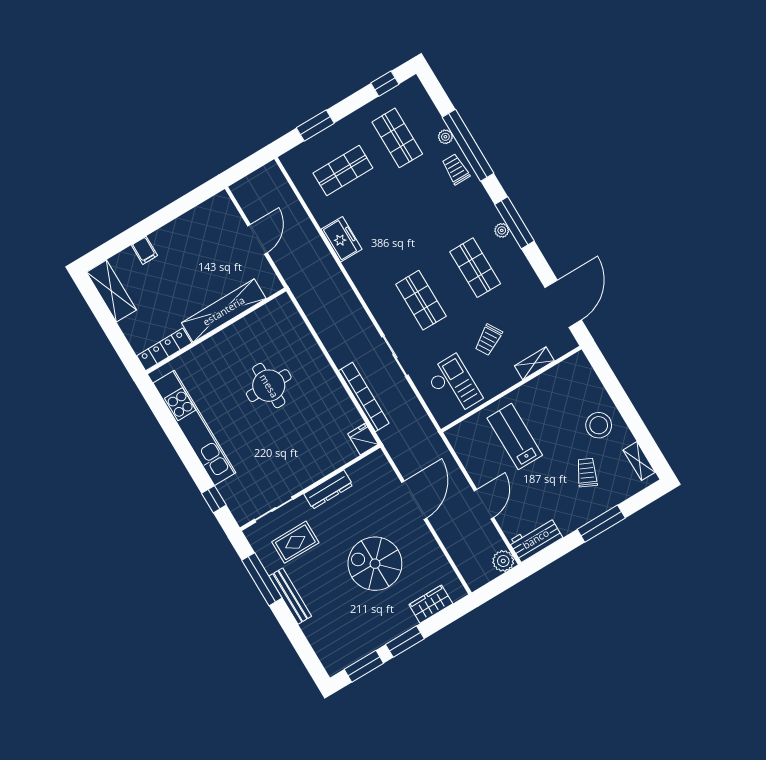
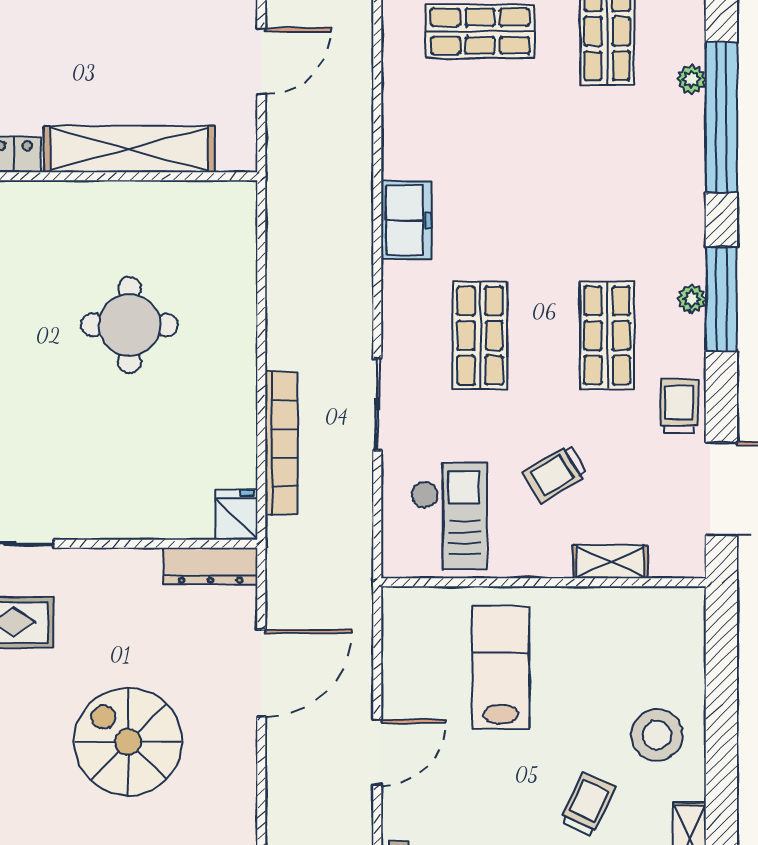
trolley: (456, 169) -> (679, 406), moved
freezer: (342, 239) -> (406, 220), moved
dresser: (328, 490) -> (211, 566), moved

